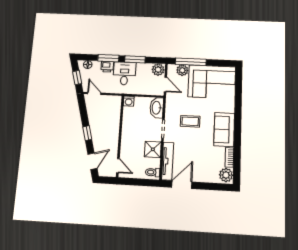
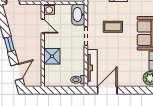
shower: (153, 149) -> (52, 56), moved
door: (118, 166) -> (43, 26), moved

